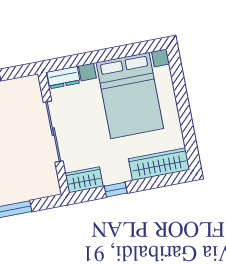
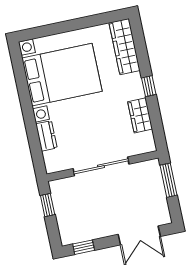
sliding door: (53, 132) -> (101, 166), moved
wall: (54, 133) -> (102, 166), moved

